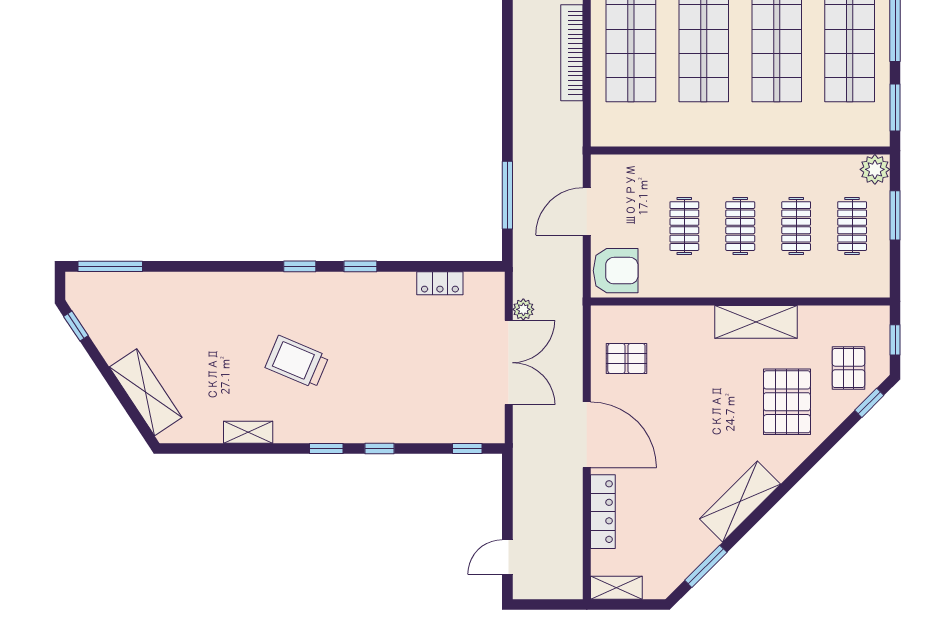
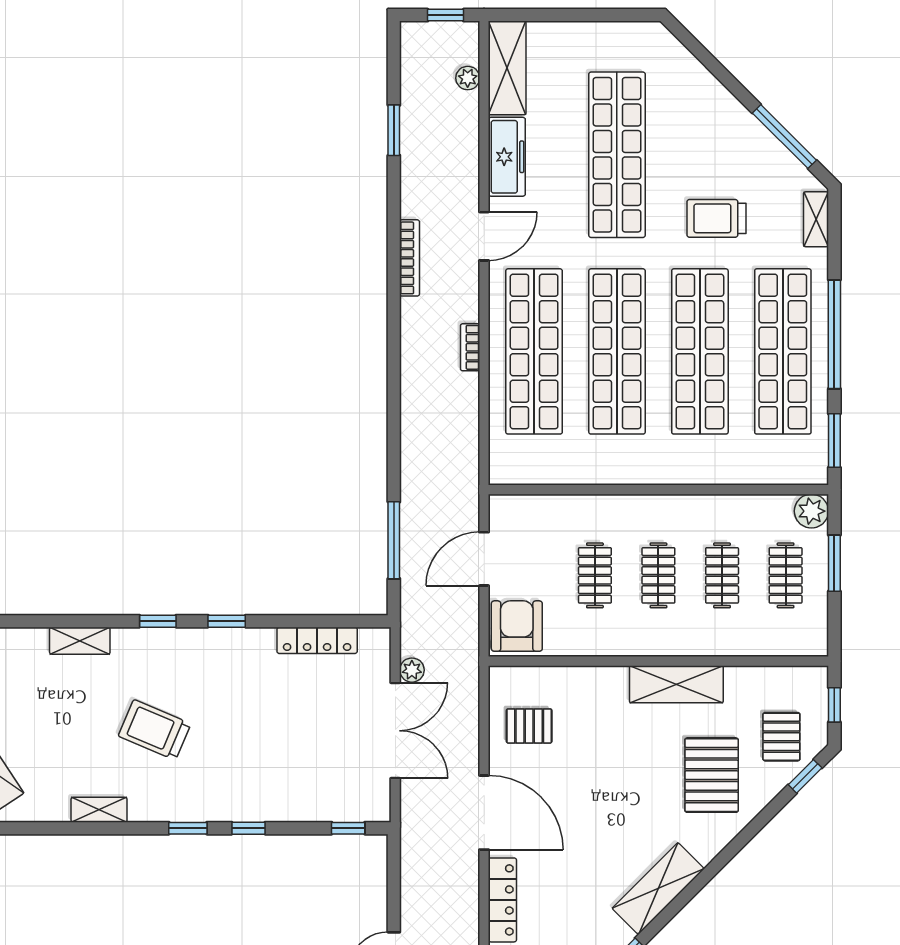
bookcase: (572, 53) -> (470, 347), width x0.43, depth x0.76
armchair: (616, 271) -> (517, 626), turned -90
shelving: (231, 283) -> (80, 641), added
locker: (440, 283) -> (317, 640), width x1.53

